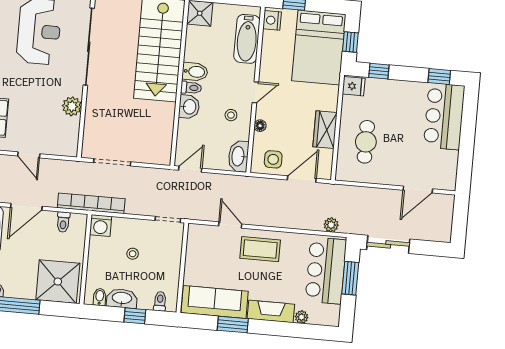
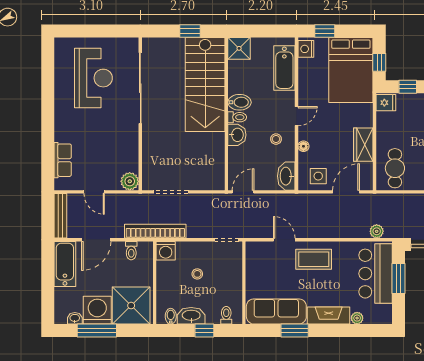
plant: (72, 106) -> (130, 181), moved
cafe table: (366, 142) -> (395, 168), moved
washing machine: (21, 283) -> (97, 310), added

